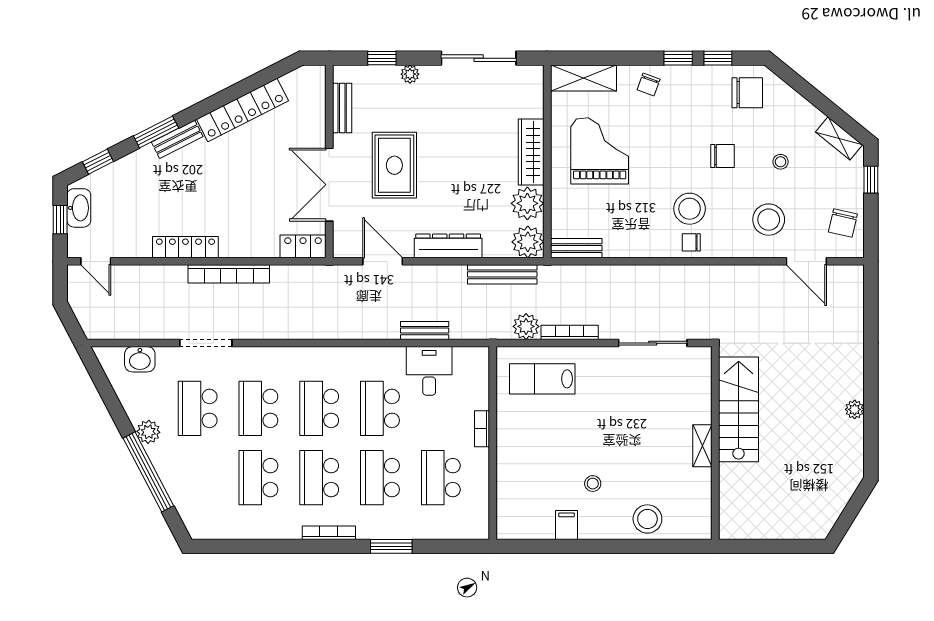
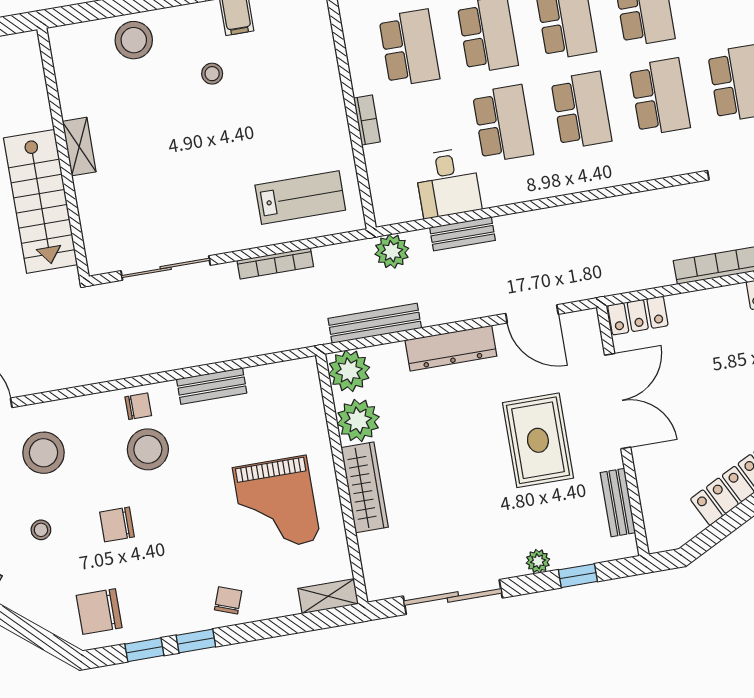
shelving: (584, 78) -> (328, 596), width x0.67, depth x0.75
bench: (576, 248) -> (212, 386), moved
plant: (526, 326) -> (392, 251), moved

